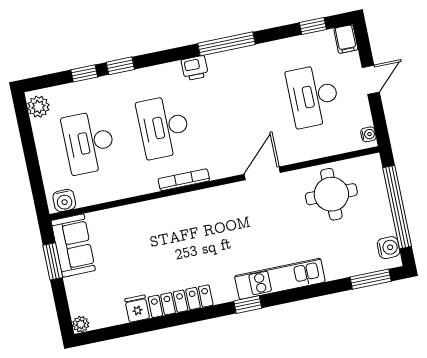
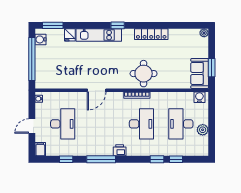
window: (313, 26) -> (66, 159), moved
plant: (38, 107) -> (203, 130), moved
desk: (89, 142) -> (181, 124), turned 180
round table: (331, 194) -> (144, 74), moved
fridge: (137, 309) -> (70, 35), moved

